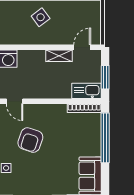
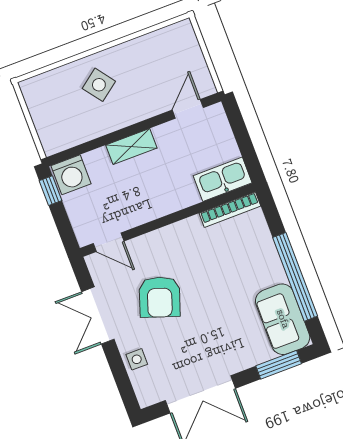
shelving: (59, 56) -> (131, 146), moved
window: (105, 77) -> (245, 145), removed
window: (105, 138) -> (295, 277), moved

